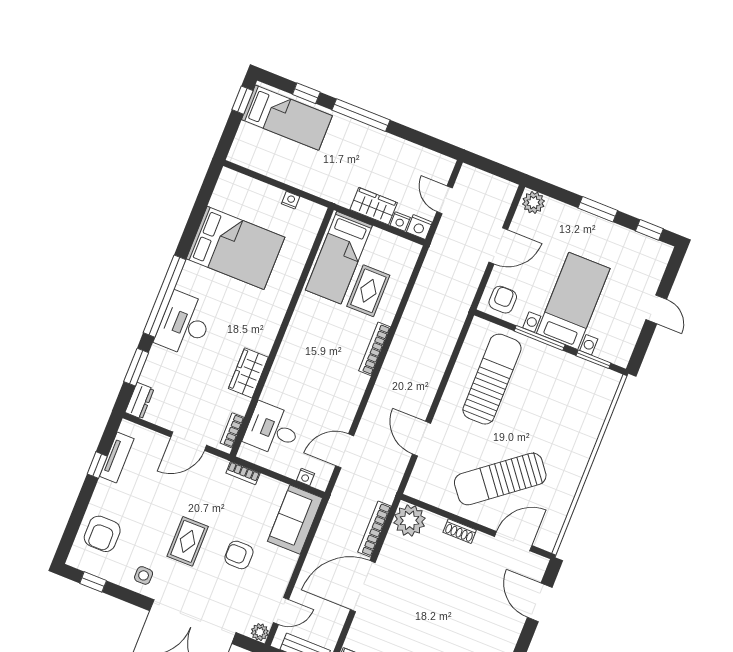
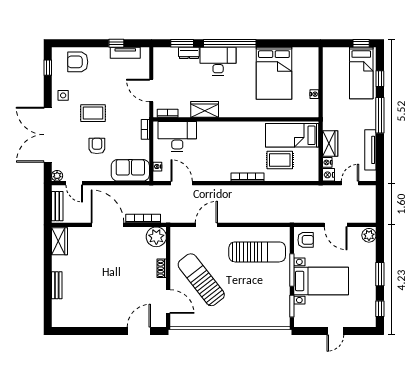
tv unit: (407, 150) -> (370, 150), added
dresser: (140, 401) -> (189, 53), moved
desk: (272, 430) -> (177, 136), width x1.37

